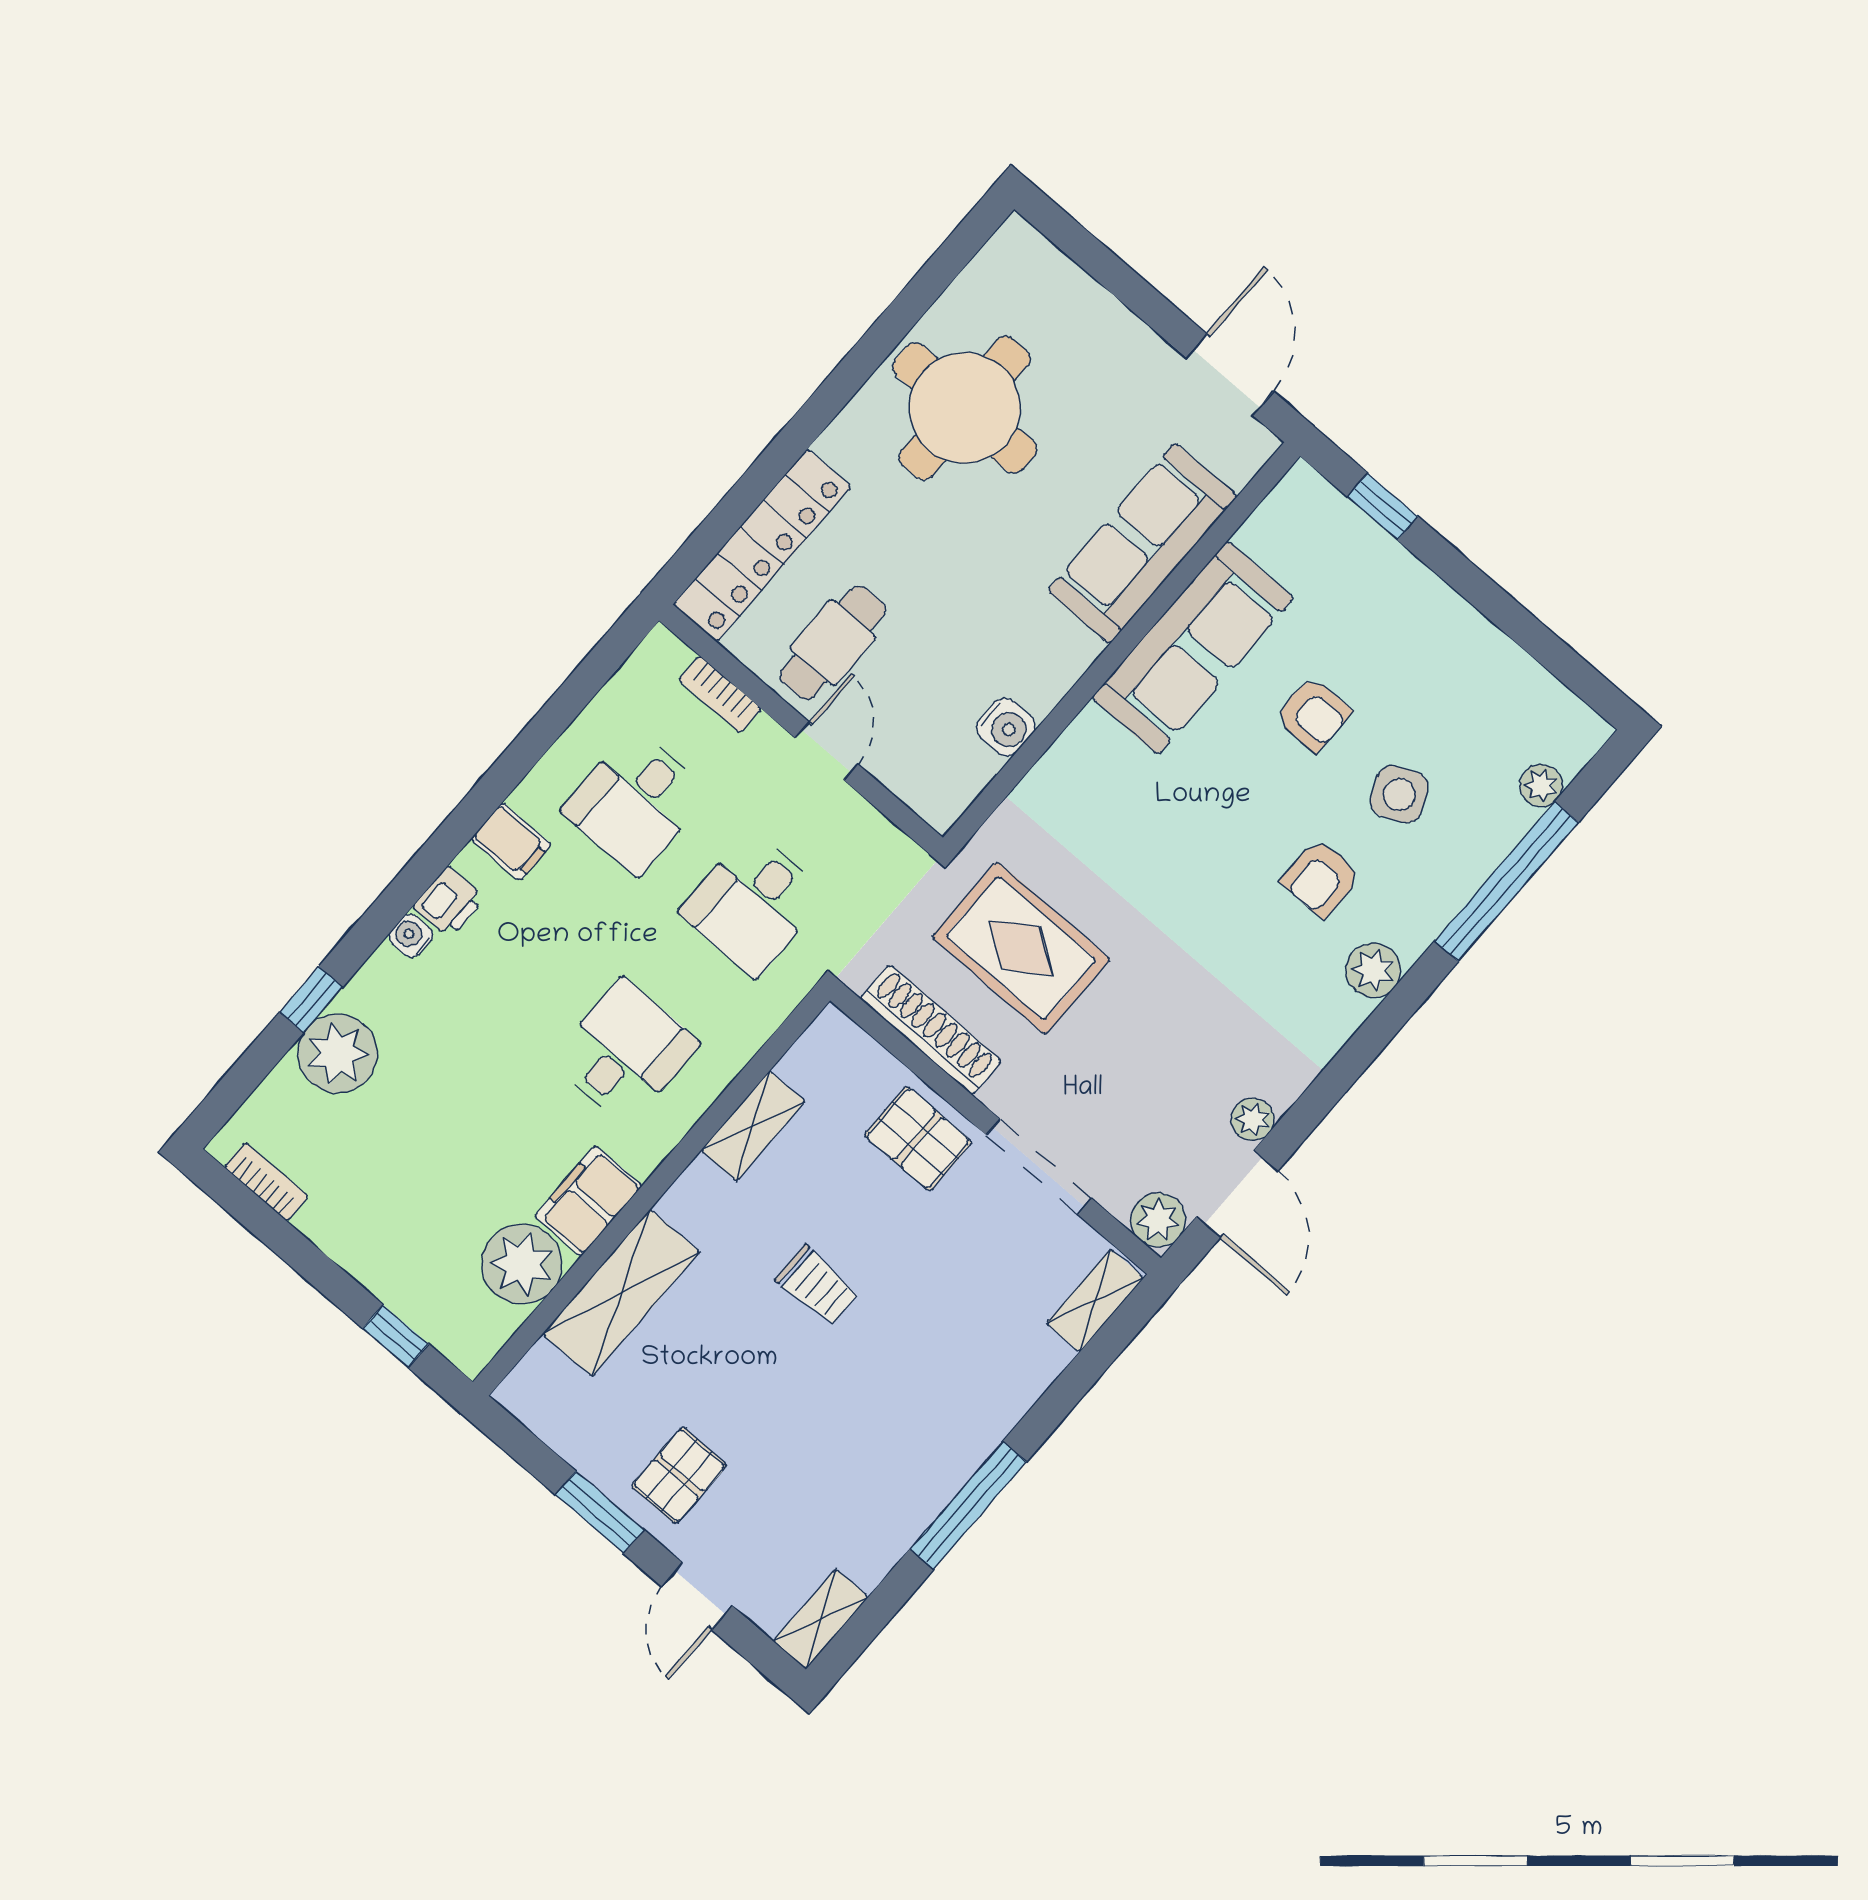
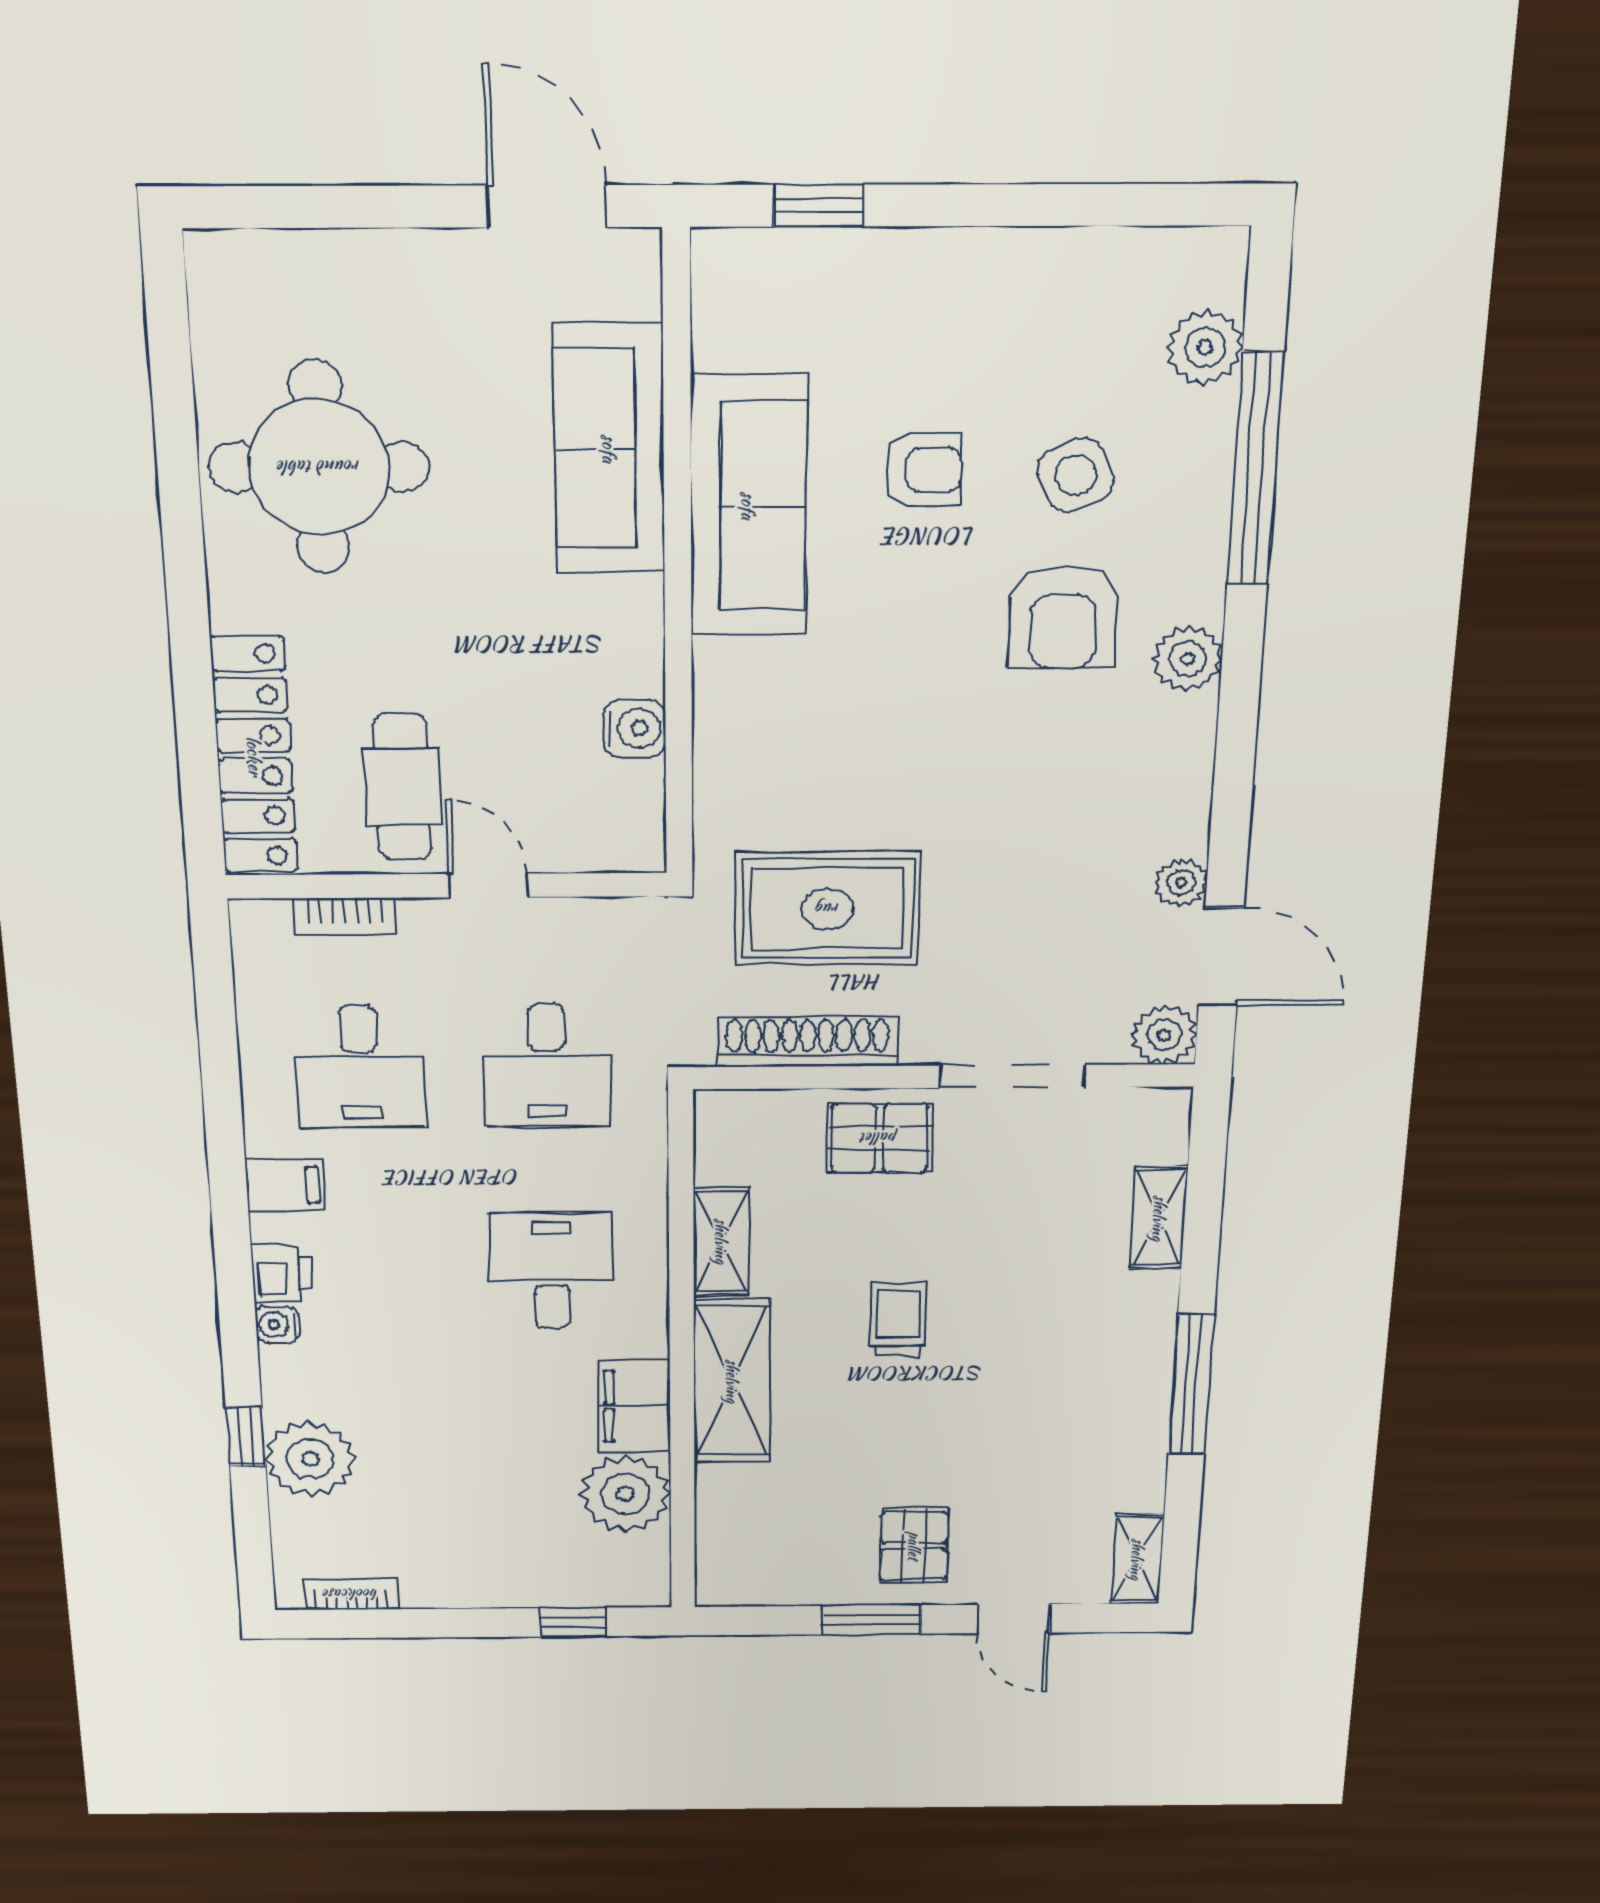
plant: (1541, 786) -> (1205, 347), width x1.38, depth x1.38
armchair: (1321, 878) -> (1063, 617), width x1.38, depth x1.38
trolley: (817, 1286) -> (898, 1320), turned -90
shelving: (621, 1293) -> (732, 1381), moved
shelving: (1095, 1301) -> (1159, 1218), moved

